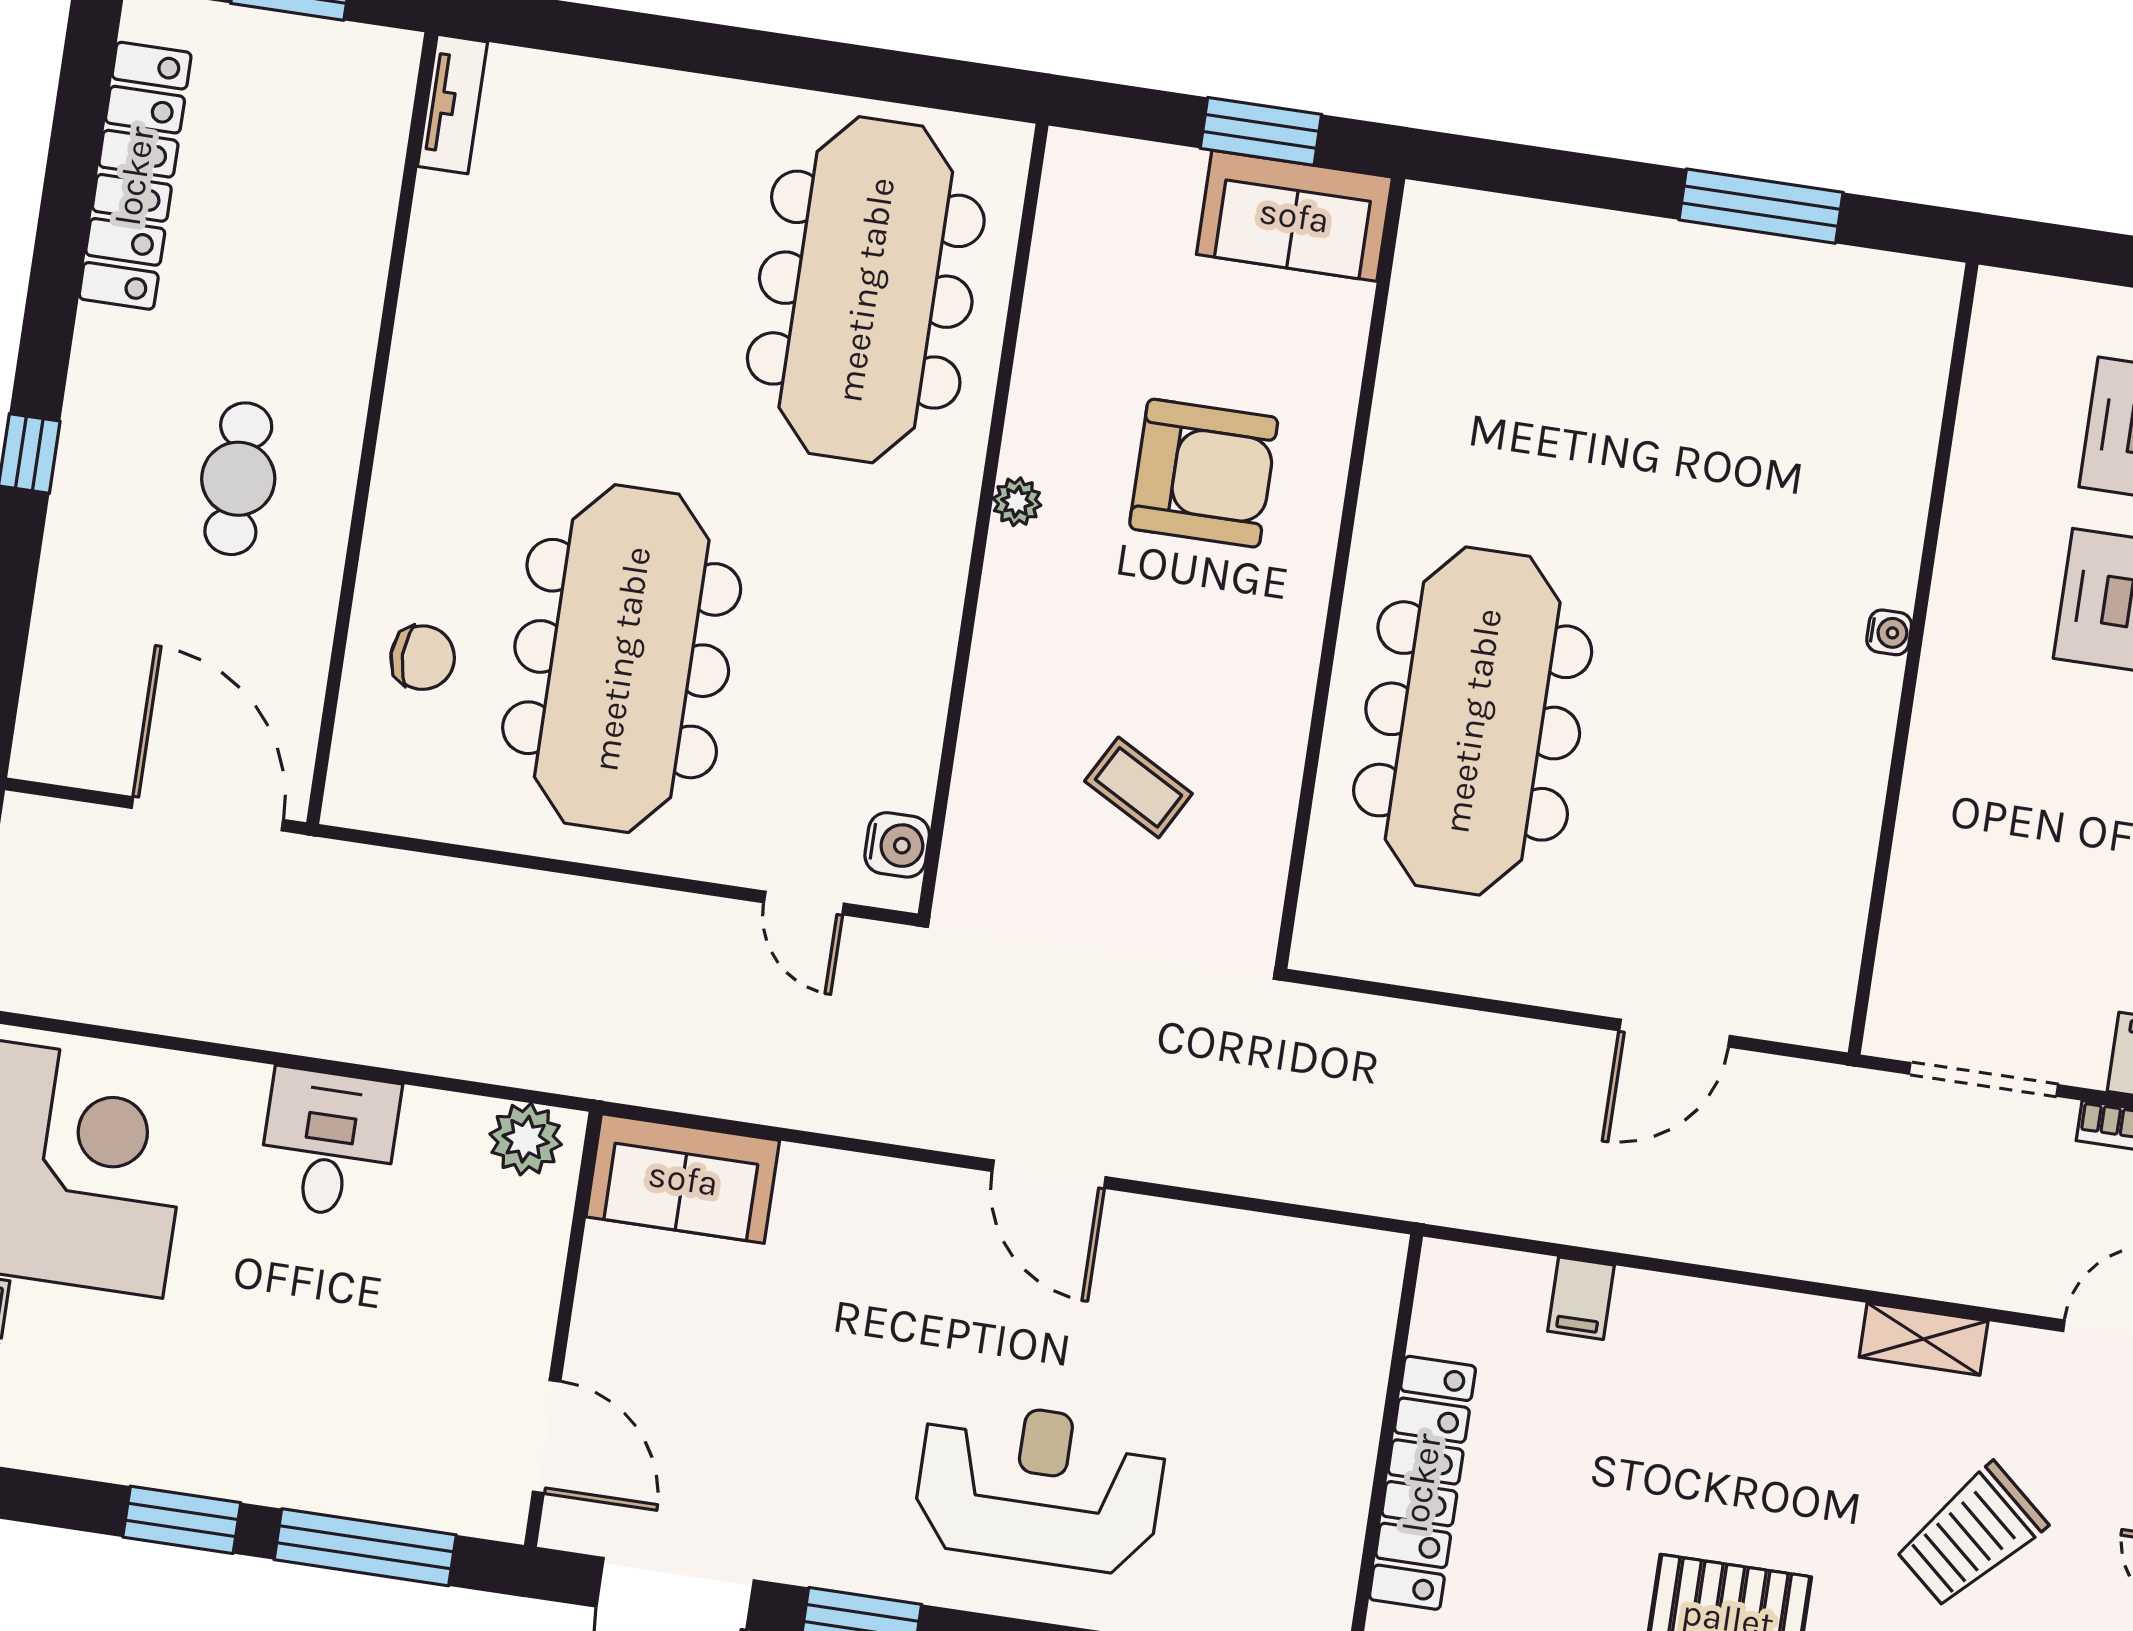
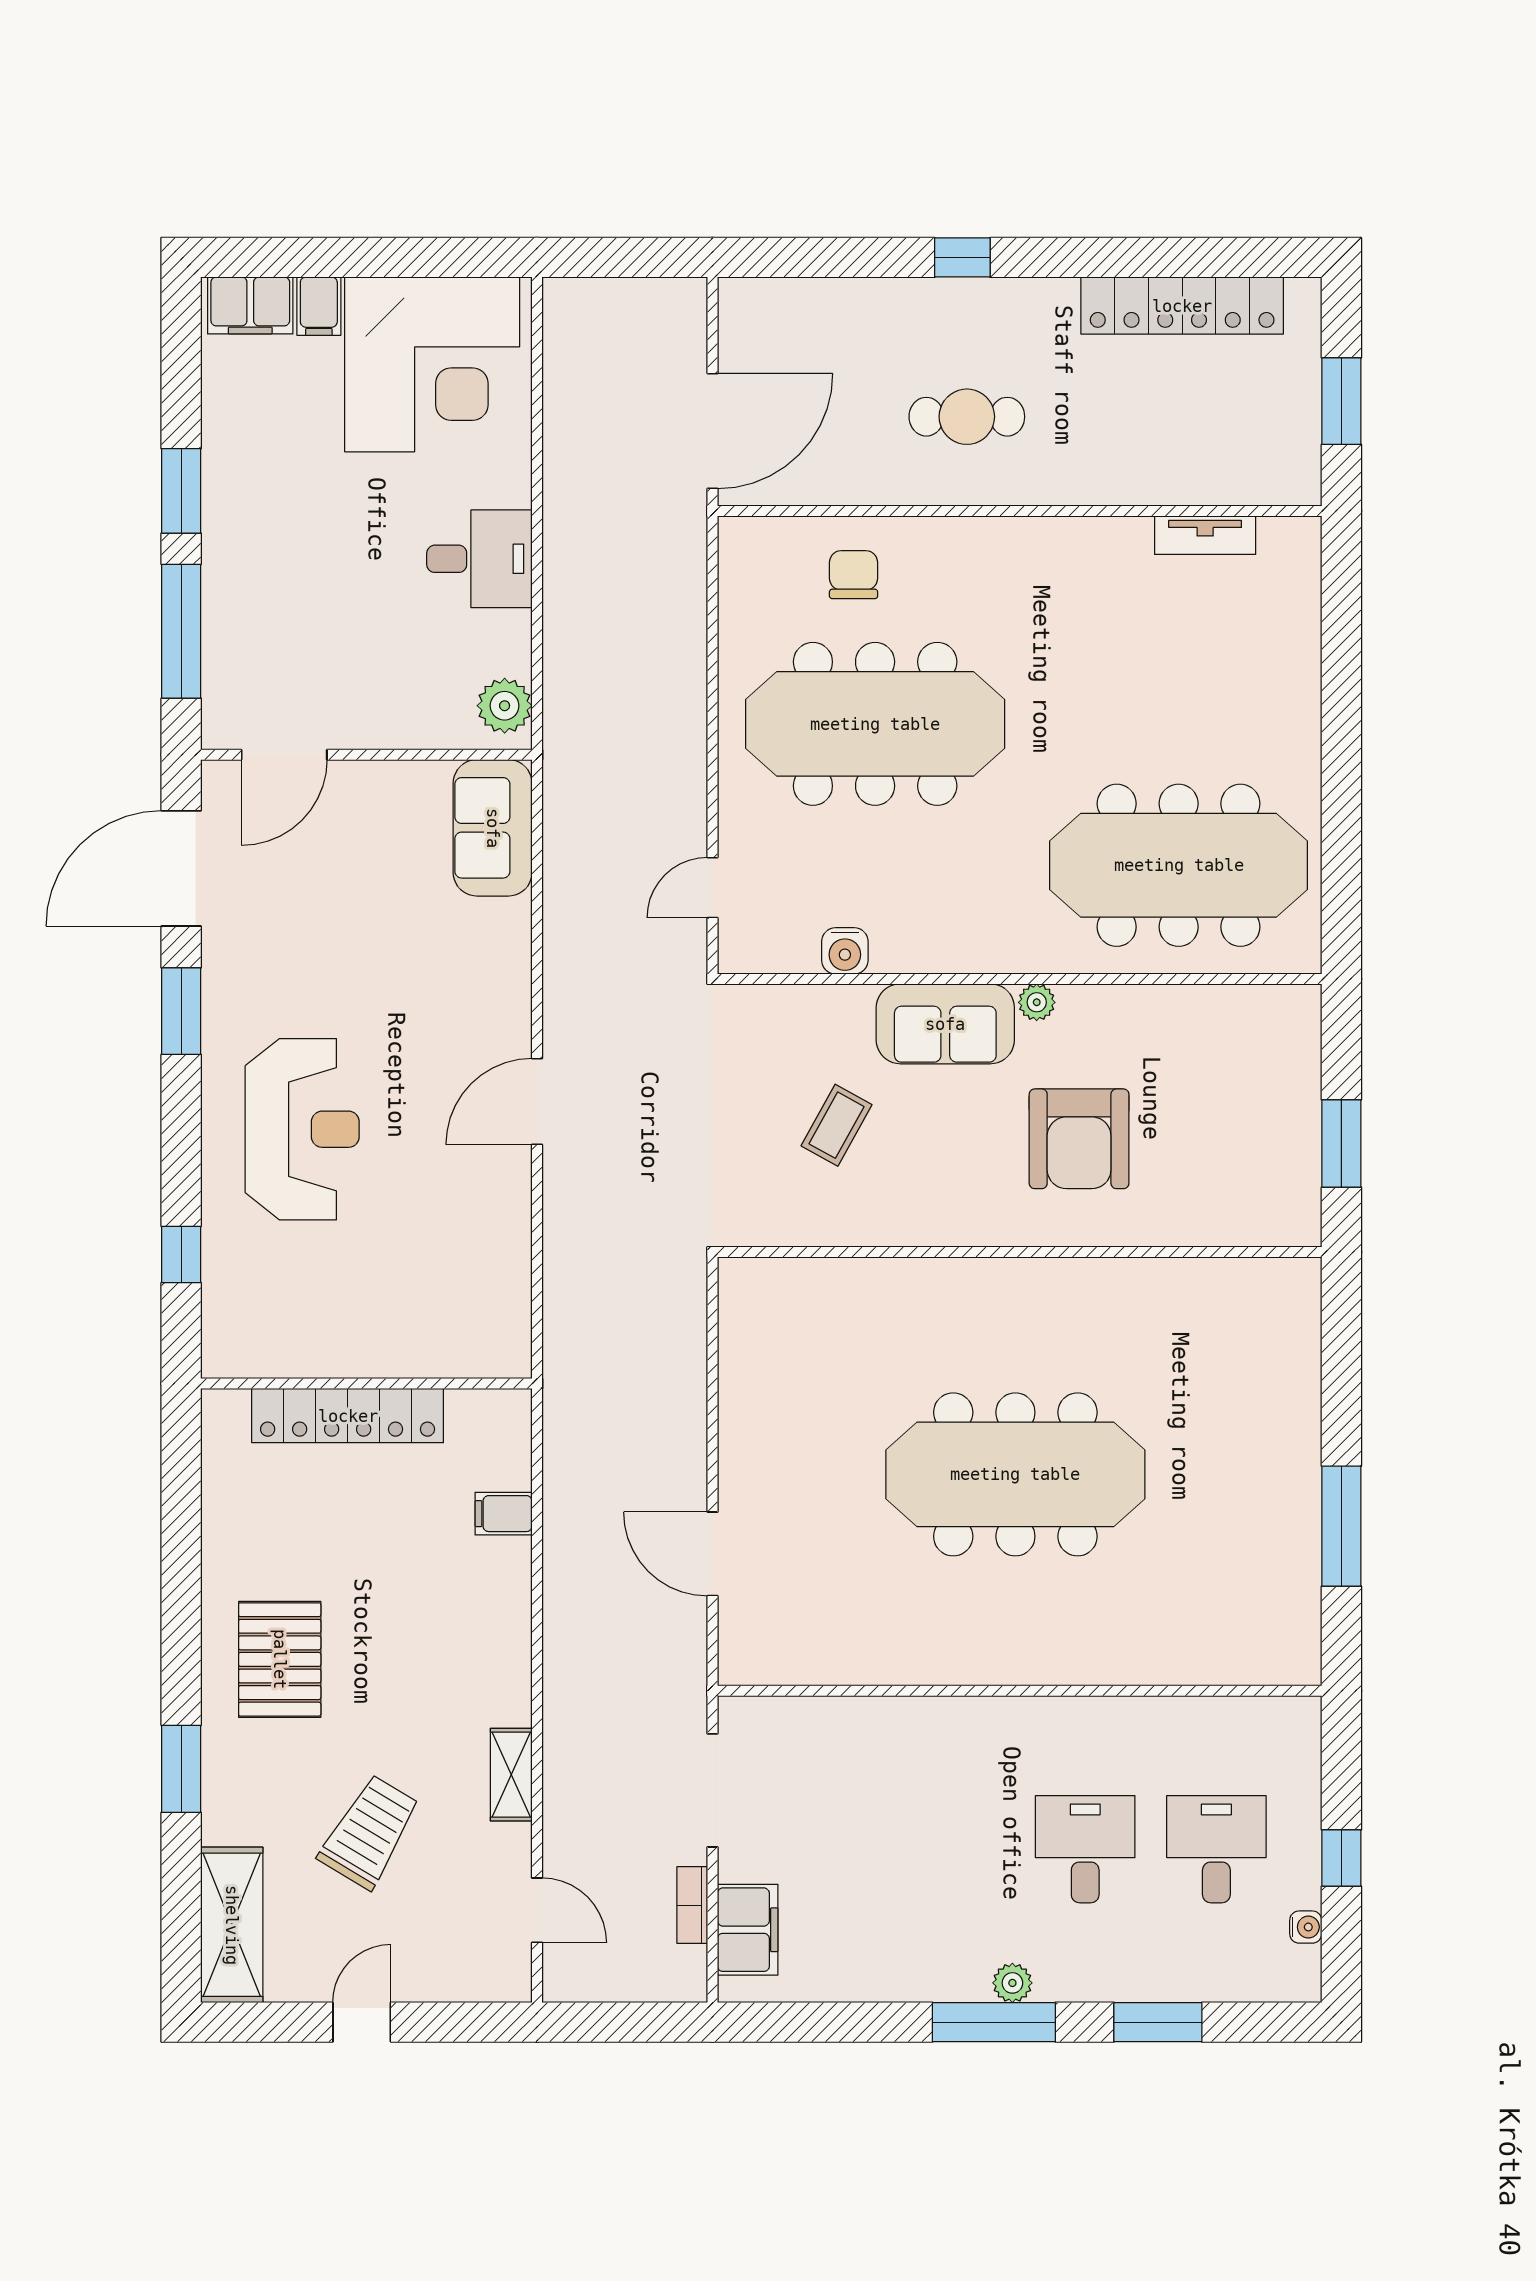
tv unit: (452, 104) -> (1205, 535), moved
sofa: (1294, 216) -> (945, 1024), moved, turned -90
water cooler: (1889, 632) -> (1036, 1670), removed
chair: (423, 658) -> (854, 575), turned 180
meeting table: (1473, 721) -> (1015, 1474), moved
water cooler: (897, 845) -> (845, 951), moved
trolley: (1971, 1536) -> (369, 1832), turned 80

